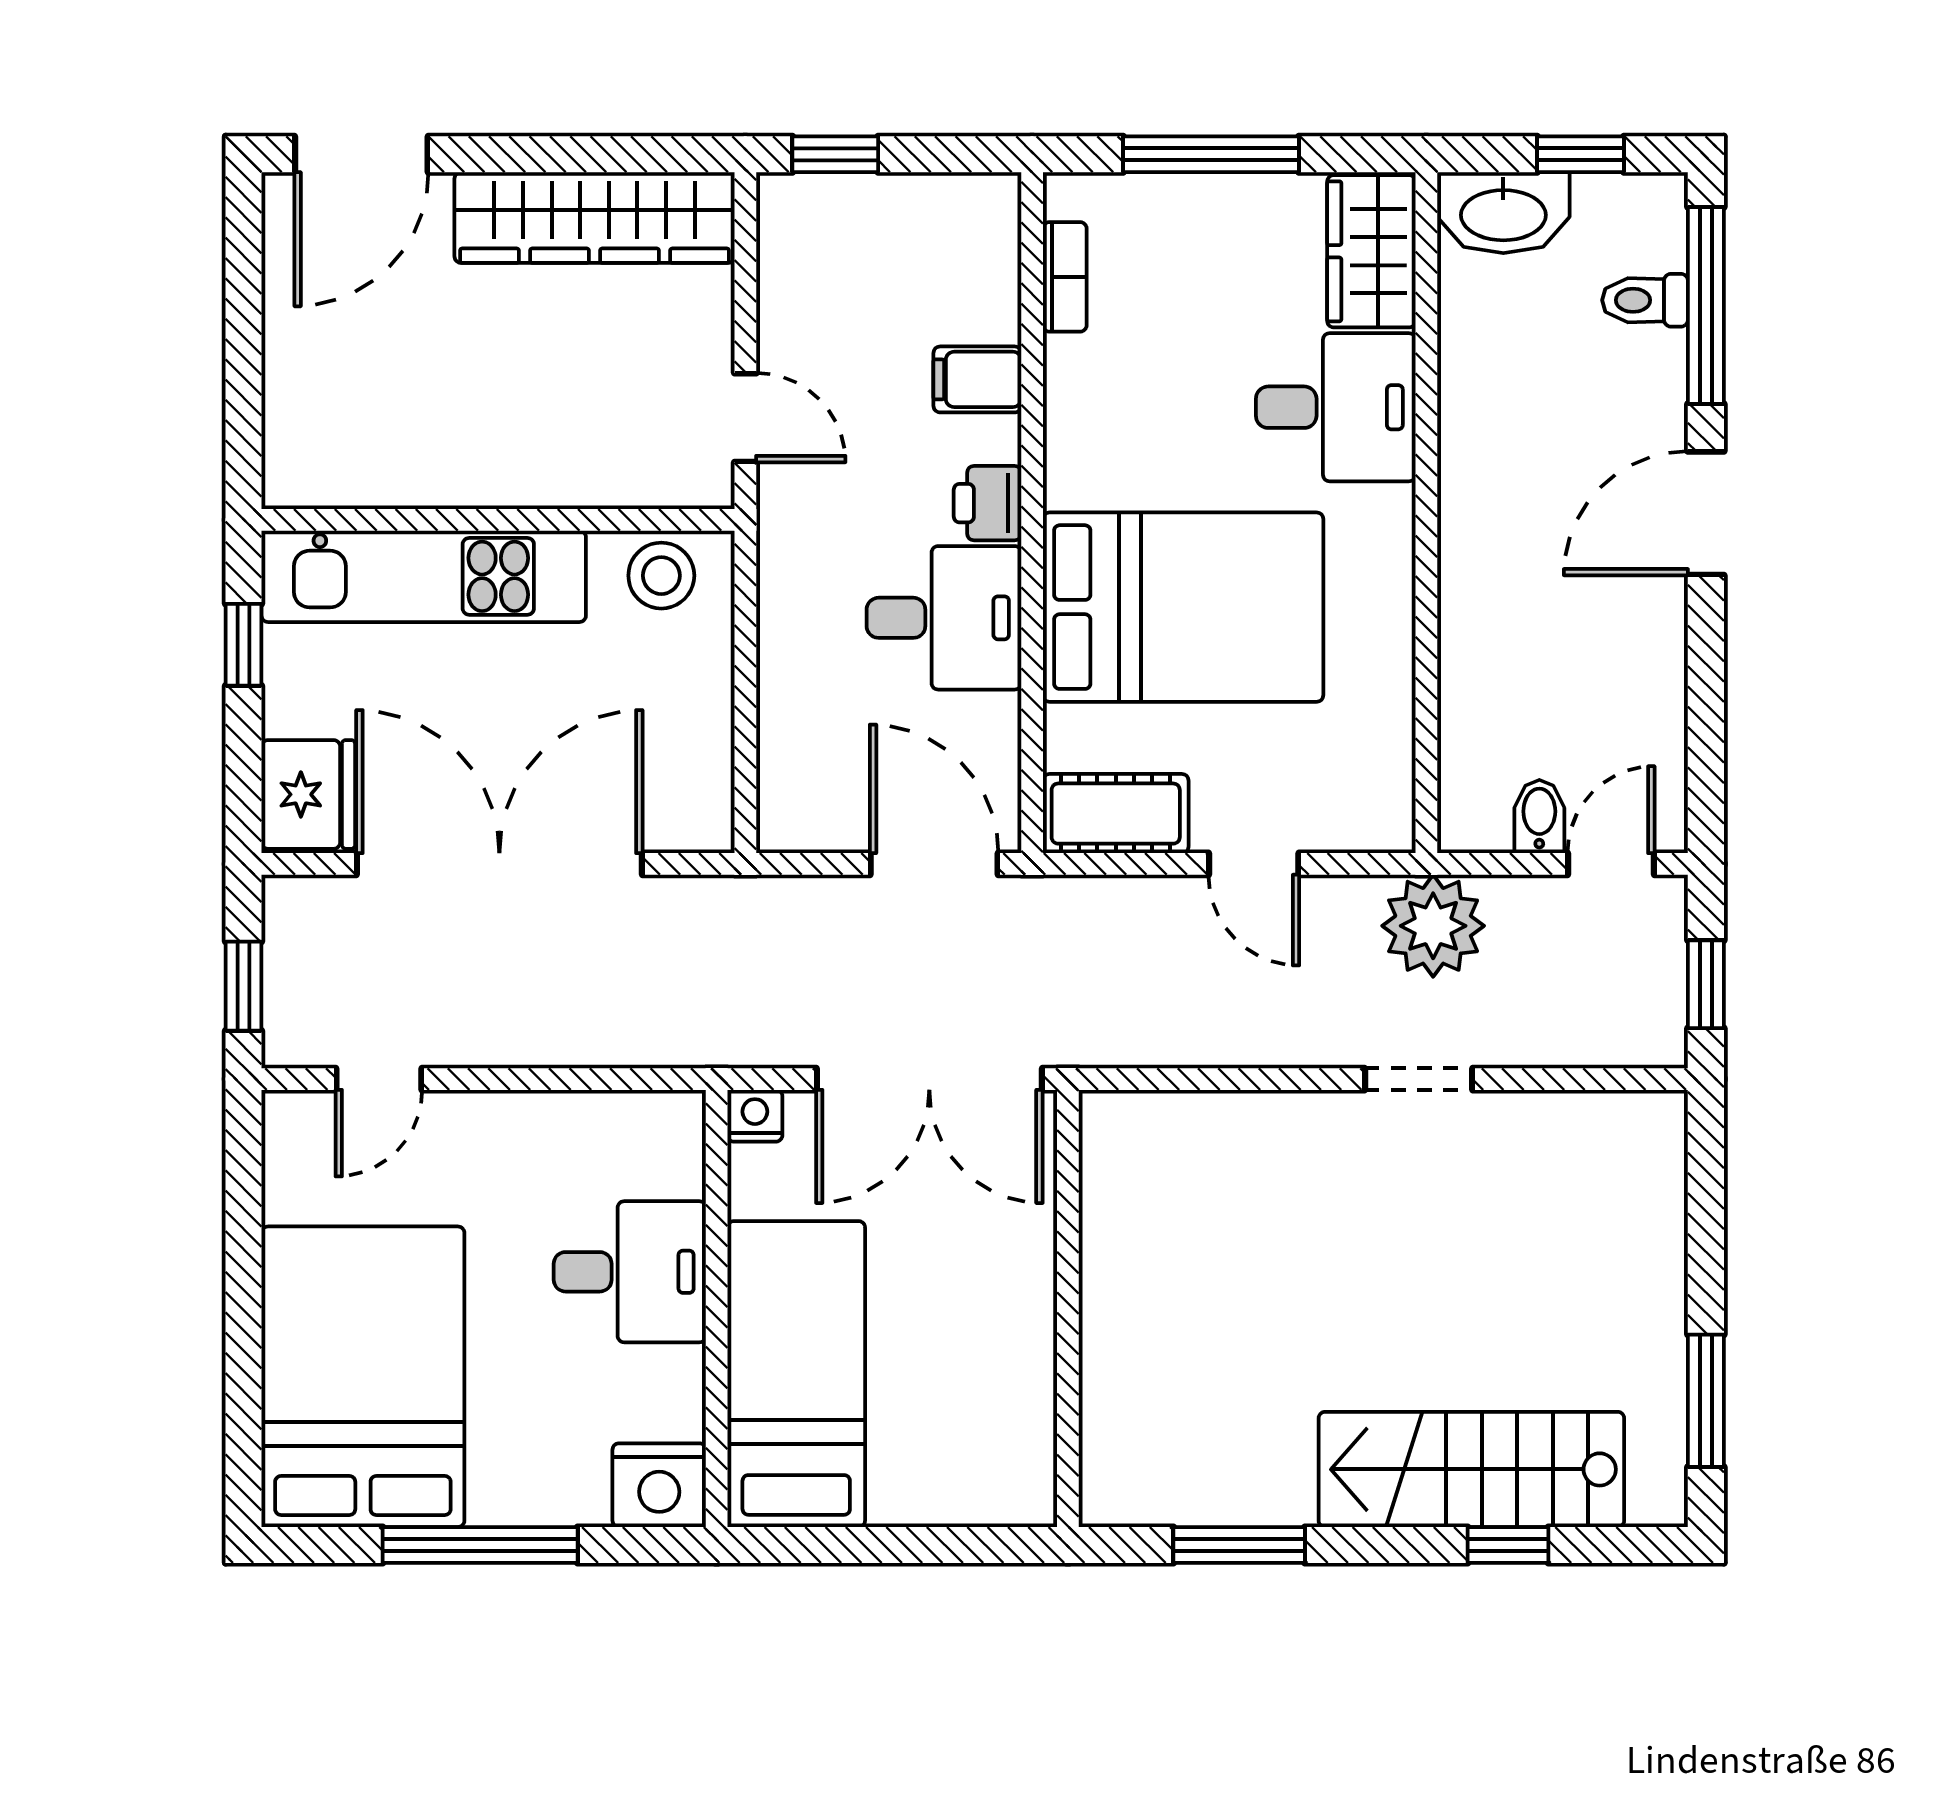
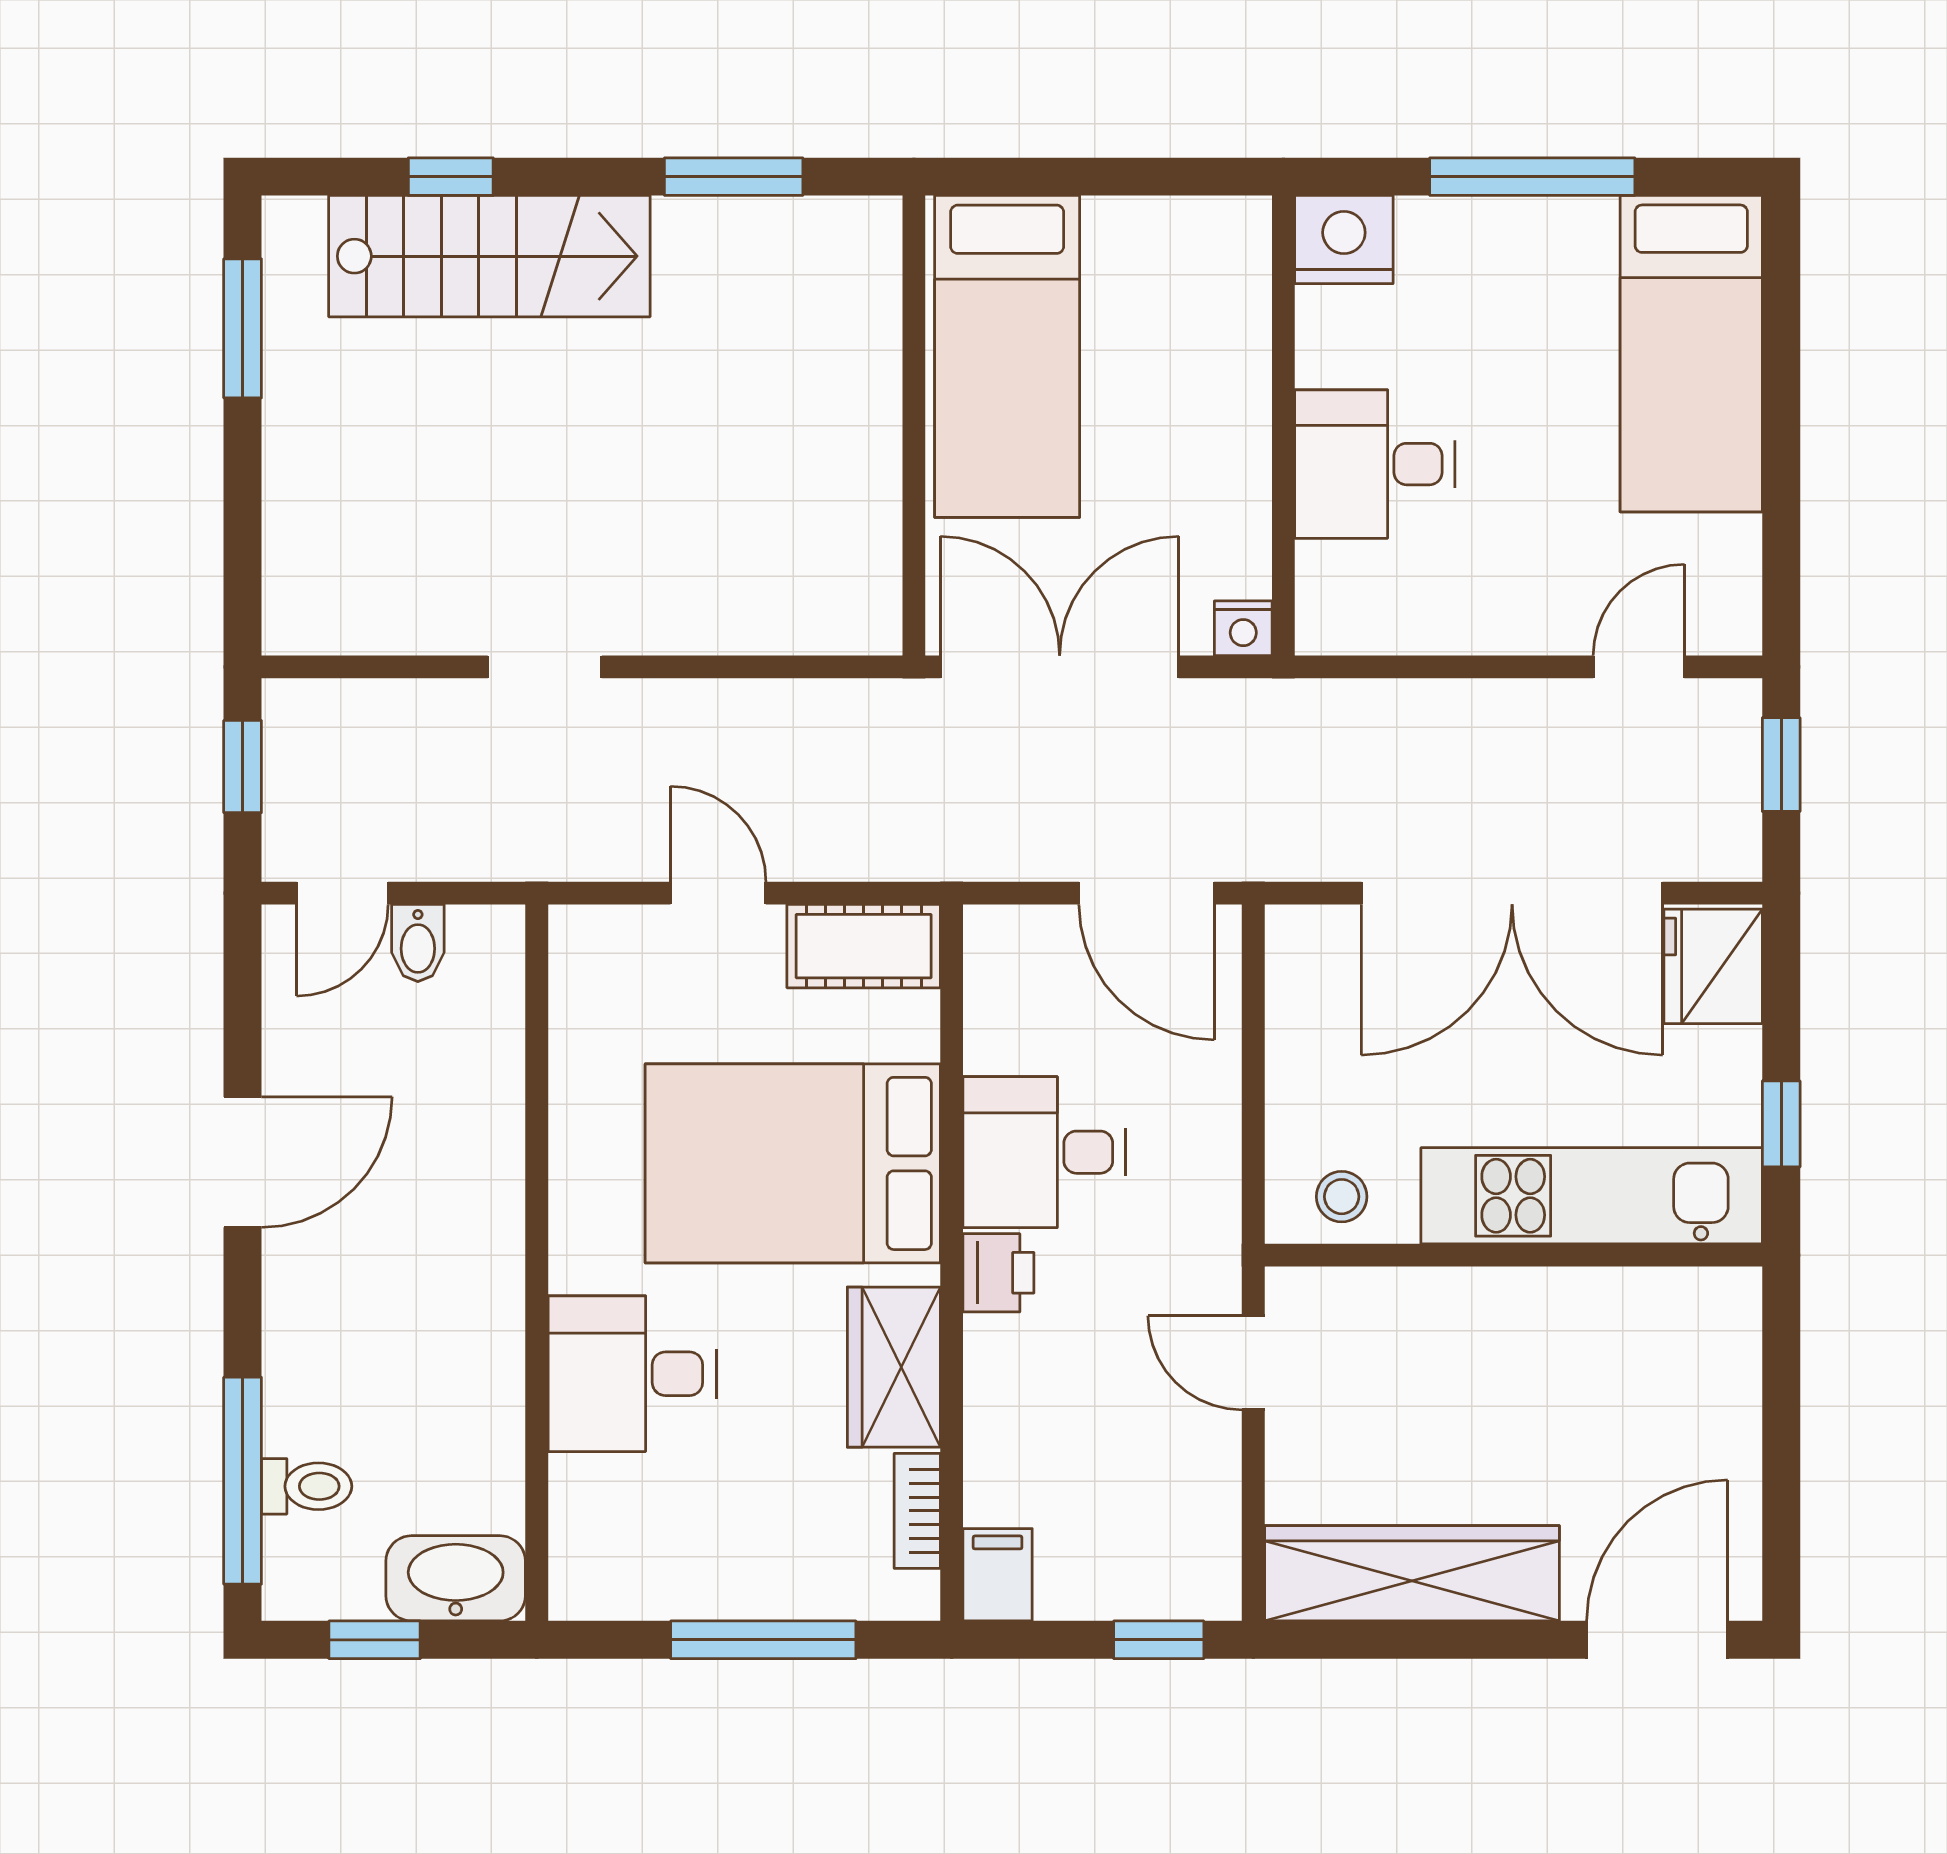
wardrobe: (1371, 251) -> (894, 1367), moved, turned 180
filing cabinet: (977, 379) -> (998, 1575), moved, turned -90
door: (1706, 513) -> (243, 1162), moved
stool: (661, 576) -> (1342, 1197), width x0.73, depth x0.73
door: (934, 864) -> (1147, 893), moved
plant: (1433, 926) -> (530, 828), removed
bed: (796, 1374) -> (1007, 356), moved
bed: (363, 1377) -> (1691, 354), width x0.67

